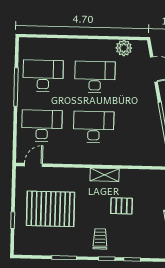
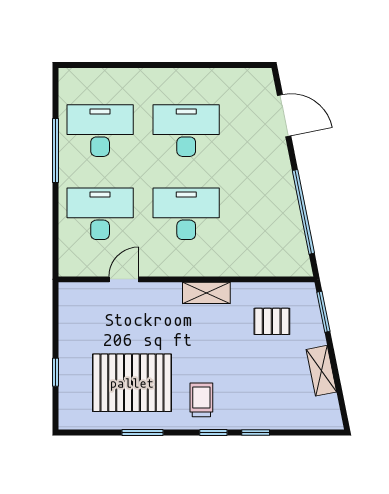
plant: (124, 48) -> (233, 81), removed
door: (33, 165) -> (124, 279), moved
pallet: (121, 206) -> (272, 321), moved
pallet: (51, 209) -> (132, 383), moved

